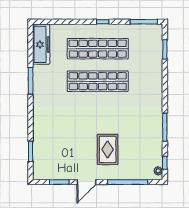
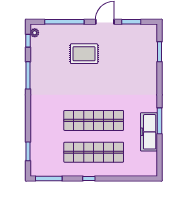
freezer: (41, 45) -> (149, 132), moved
rug: (108, 149) -> (84, 54), turned 90

